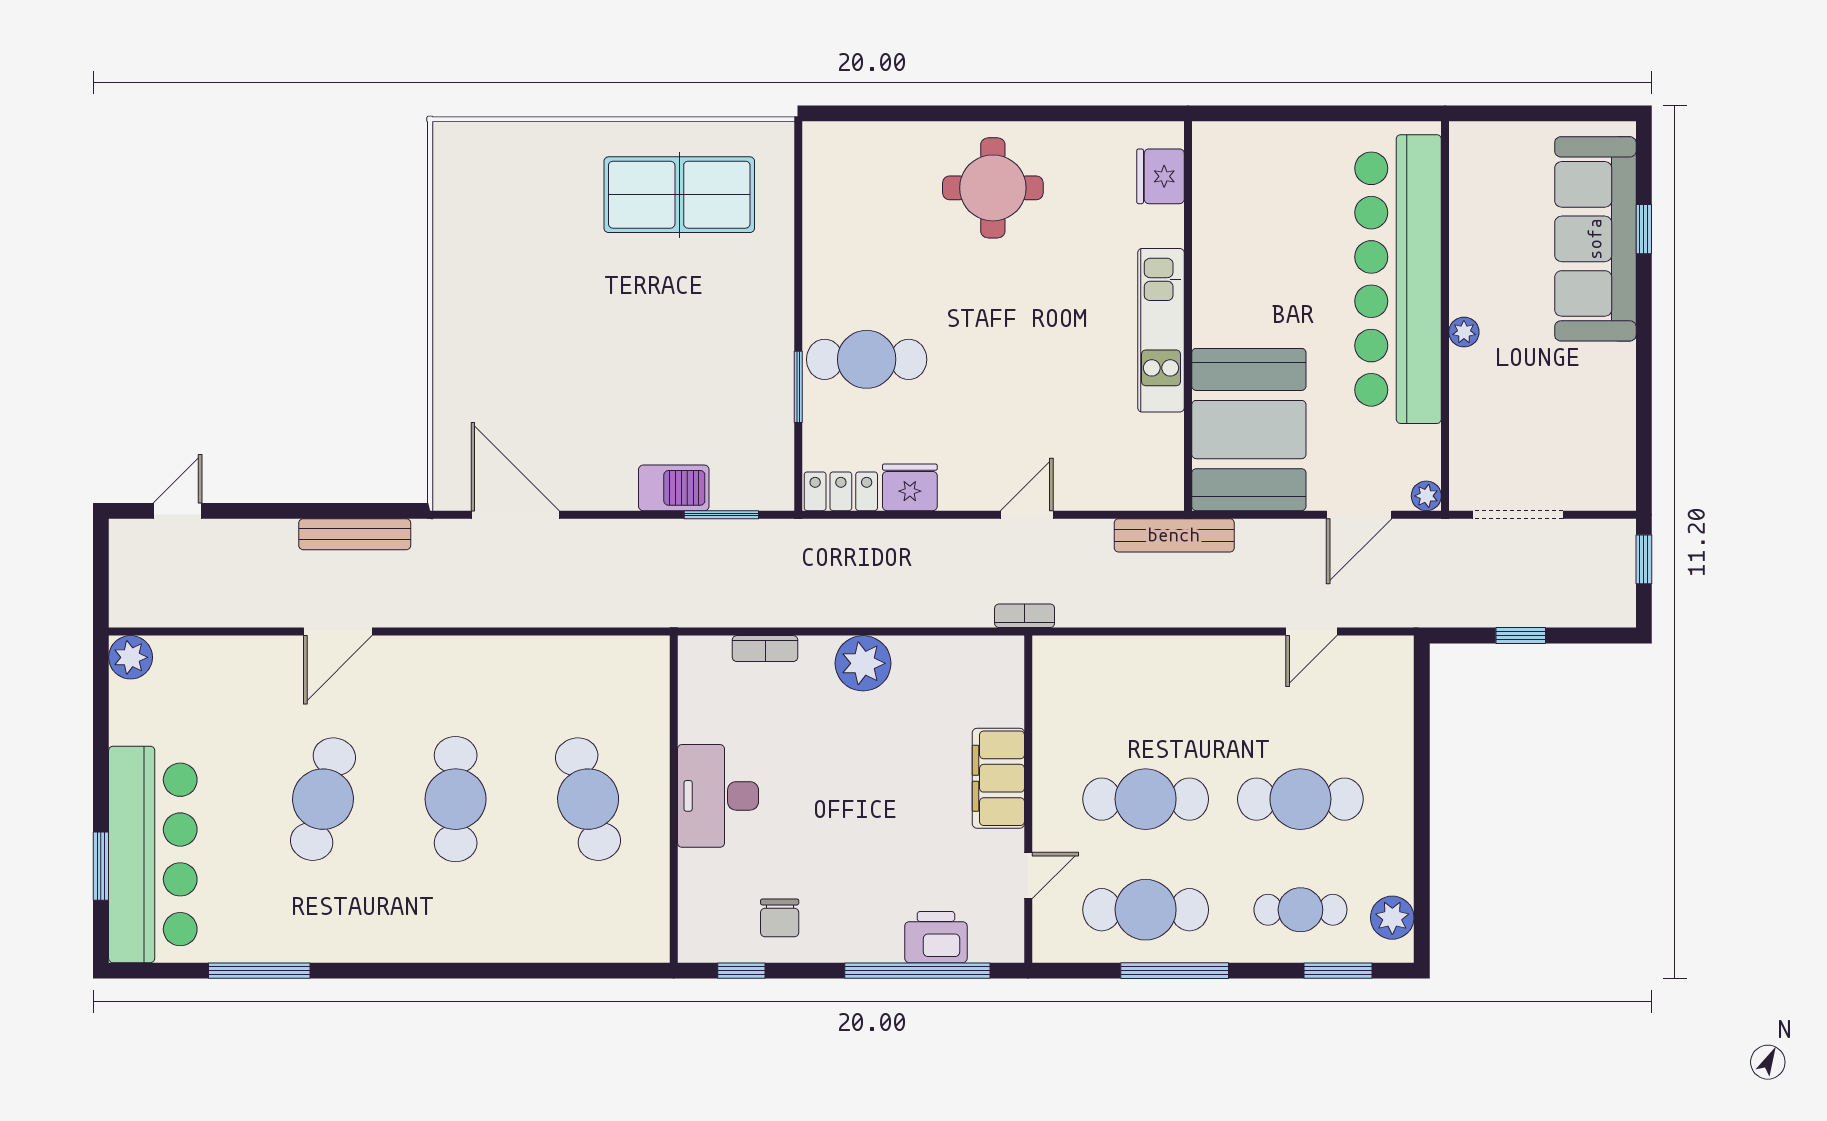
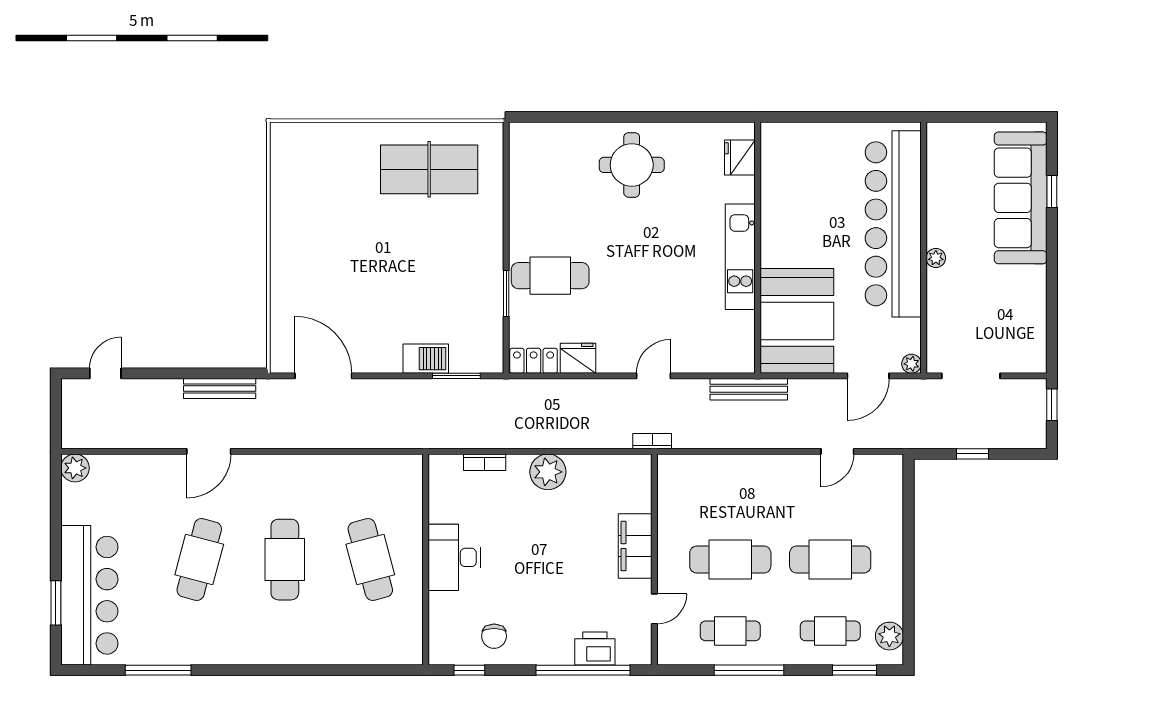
cafe table: (1146, 910) -> (730, 631), width x0.73, depth x0.74

